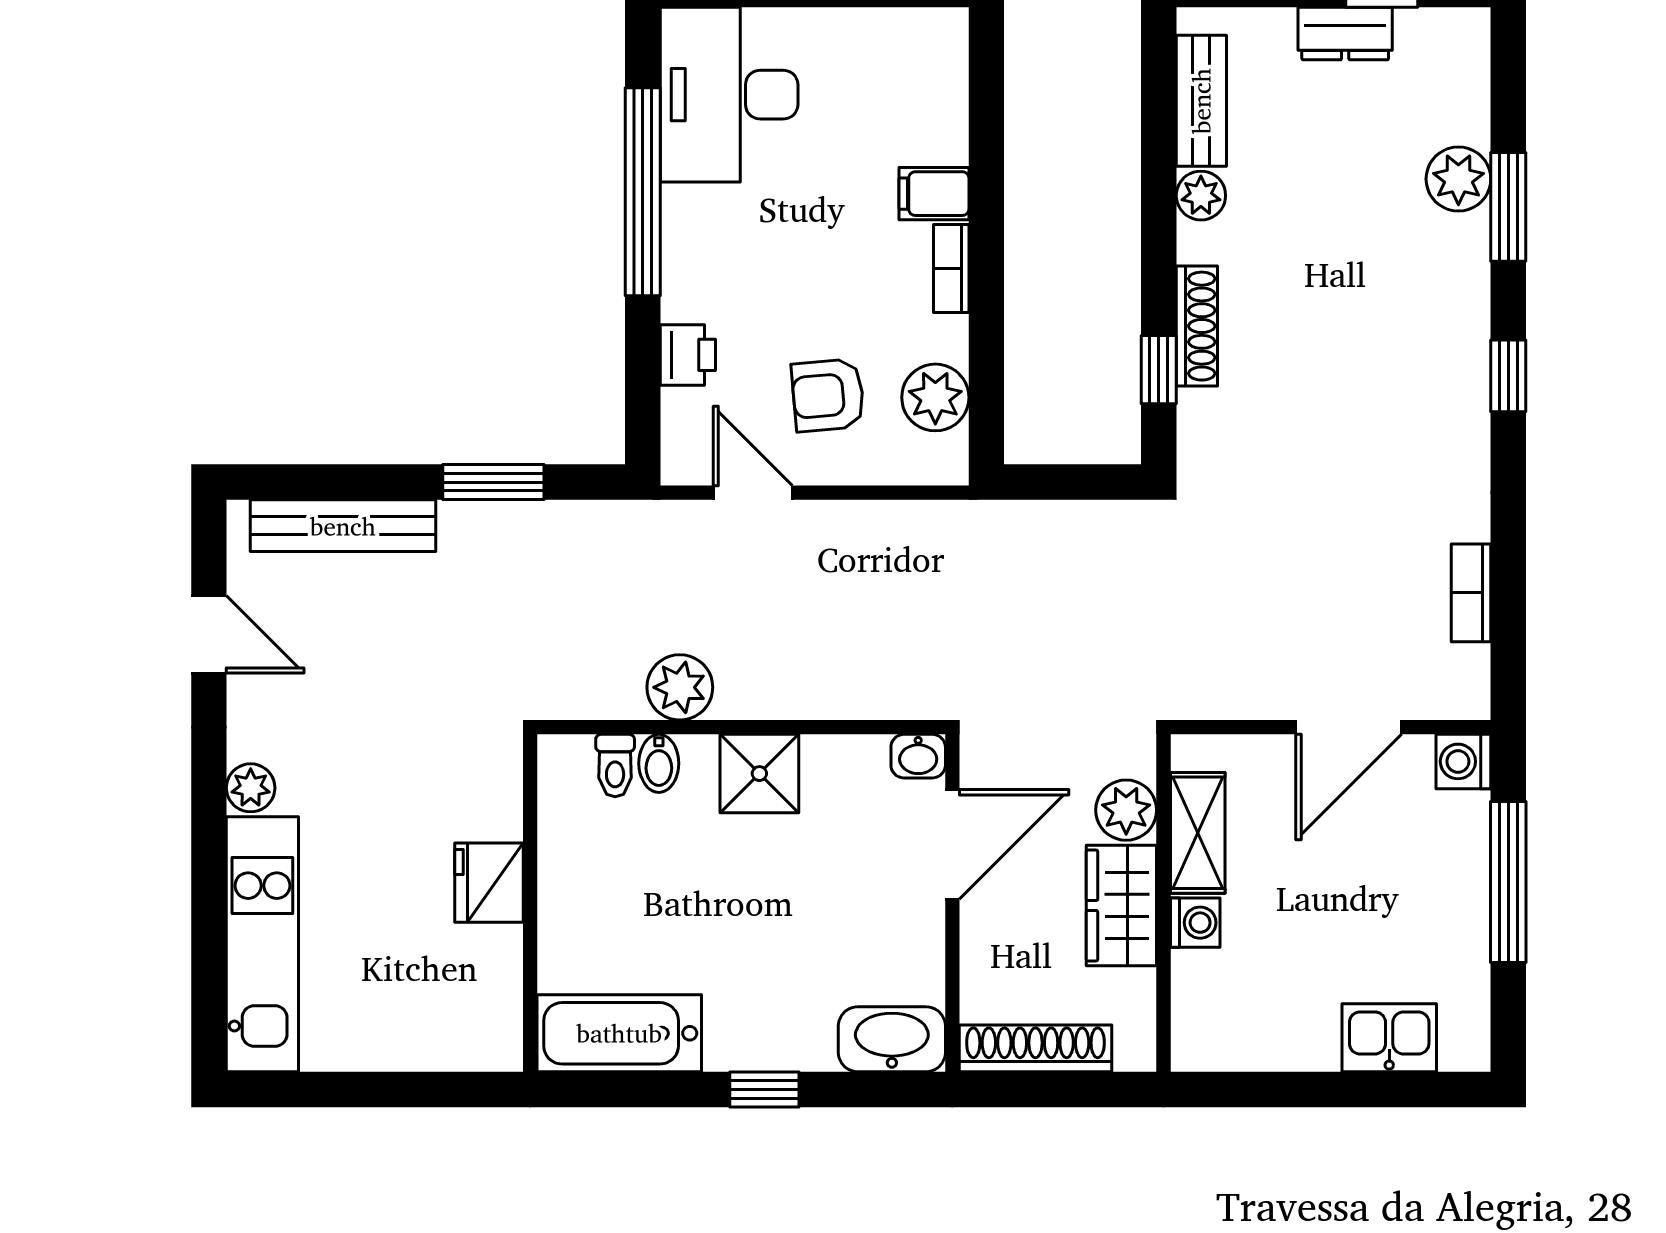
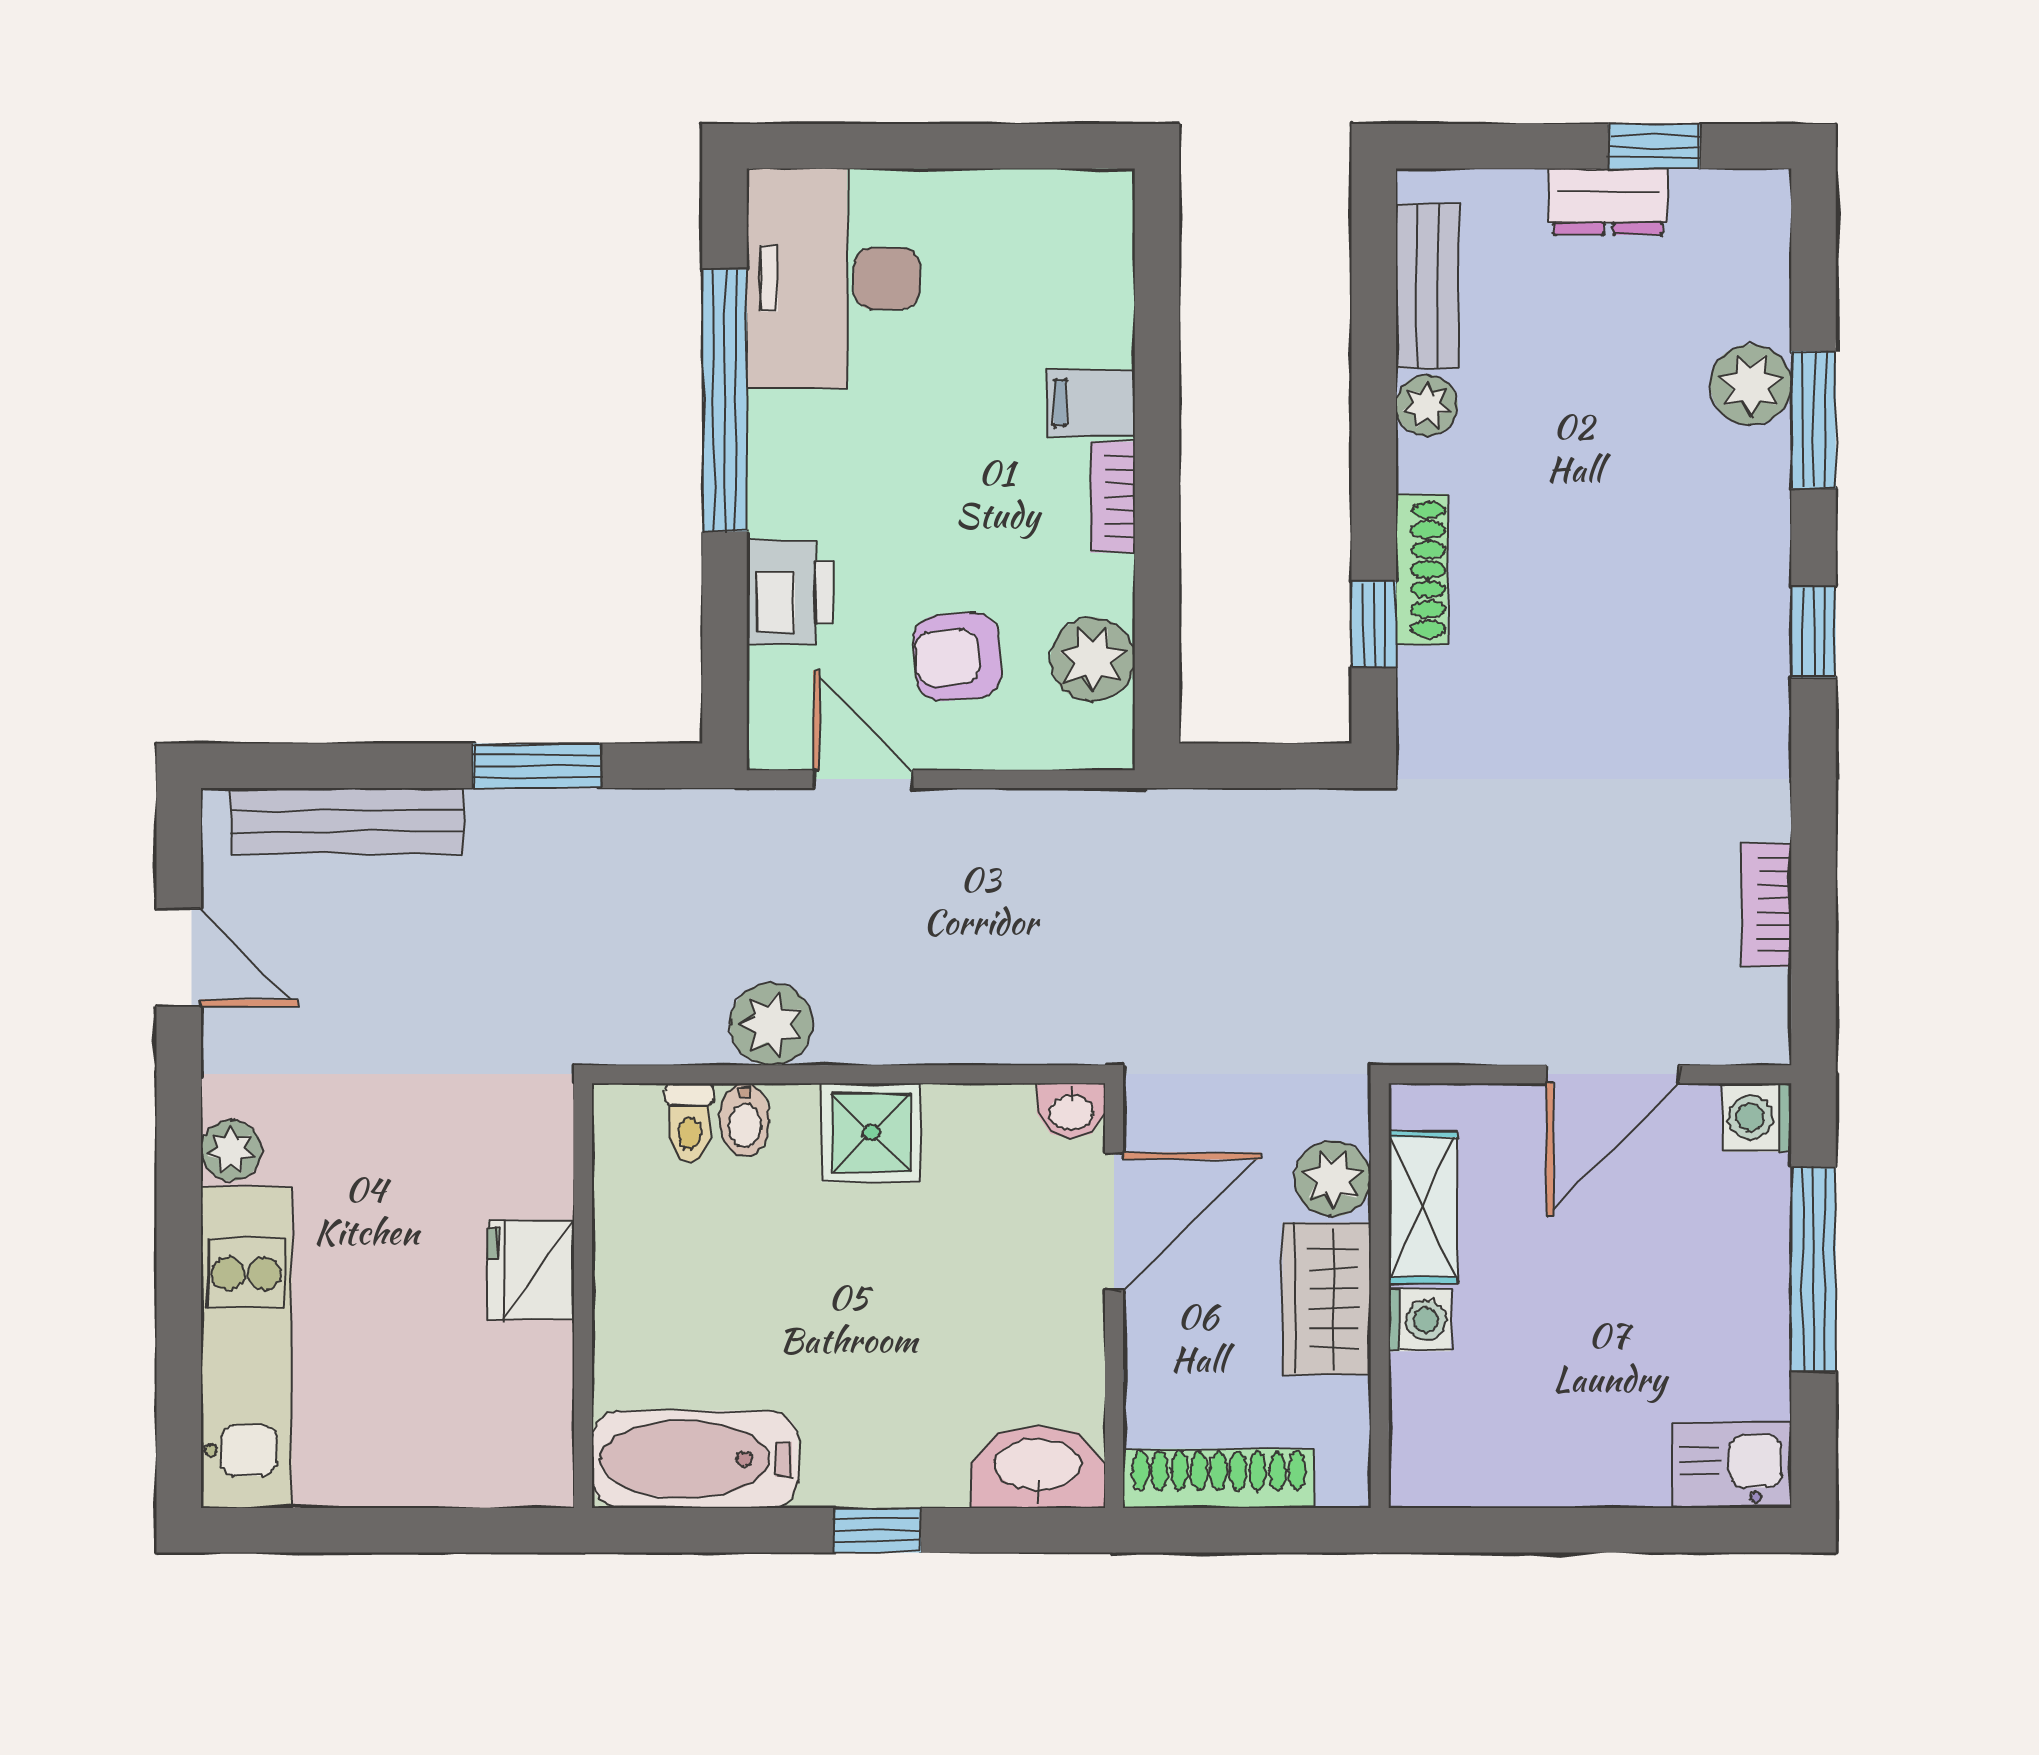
printer: (688, 355) -> (790, 592), width x1.36, depth x1.24
kitchen sink: (1389, 1038) -> (1732, 1465), moved

